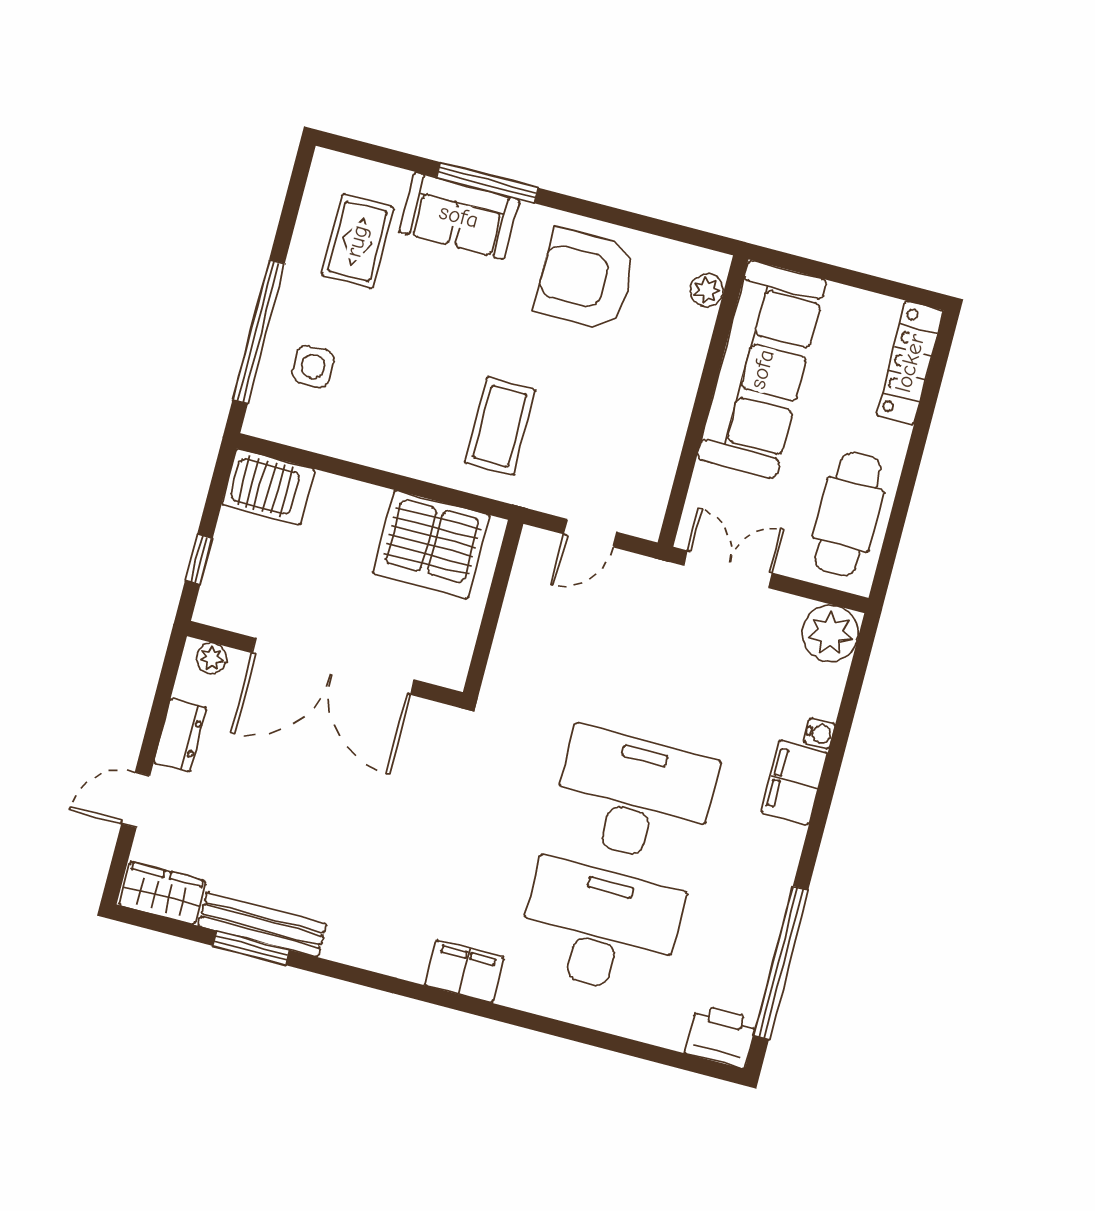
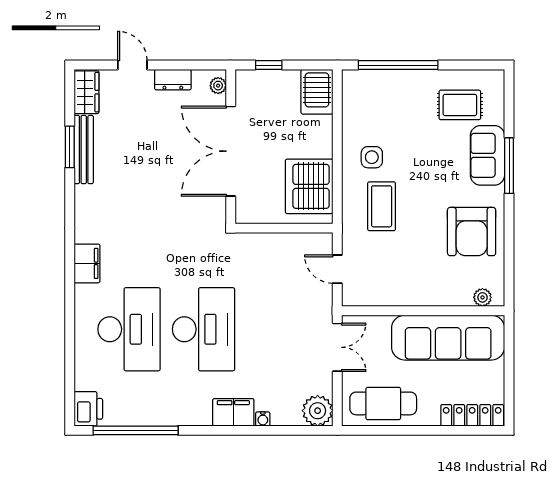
armchair: (586, 279) -> (472, 232), turned 180
side table: (313, 366) -> (372, 157), moved
coffee table: (500, 426) -> (382, 206), turned 90

